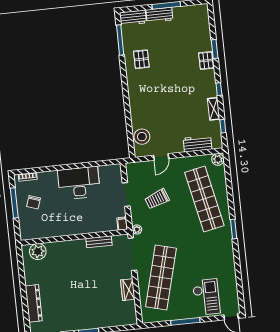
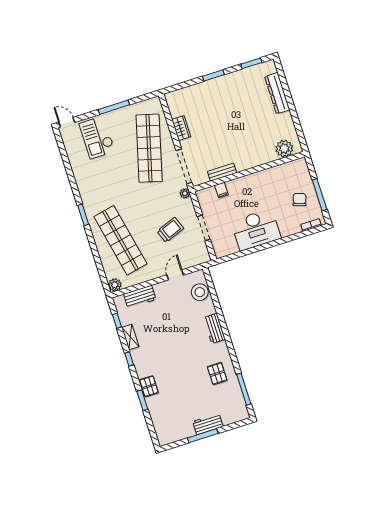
workbench: (133, 18) -> (214, 328), moved, turned -90
filing cabinet: (122, 224) -> (221, 190), moved

